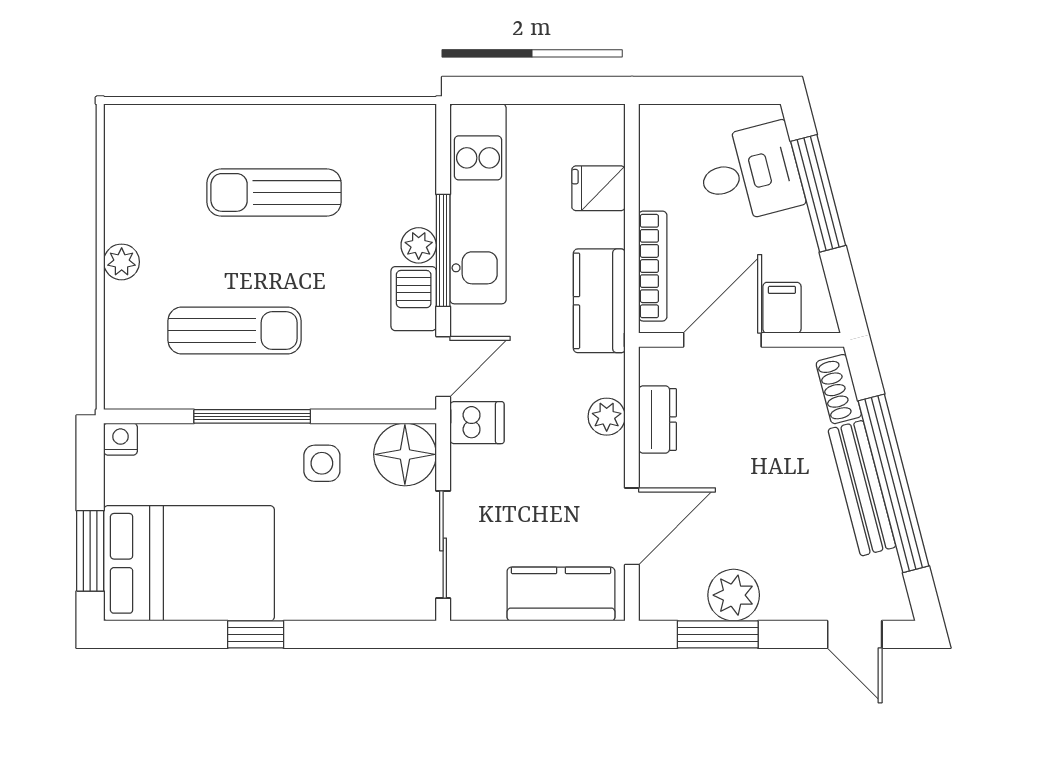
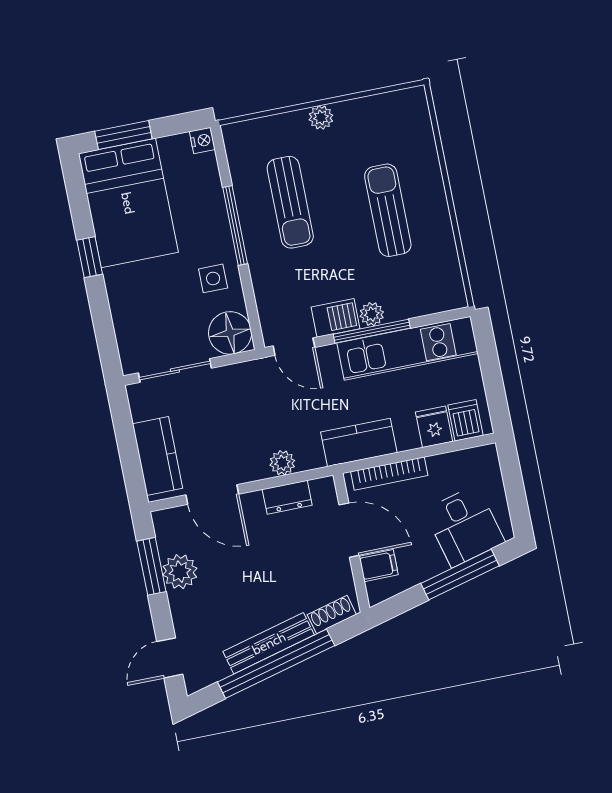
dishwasher: (477, 423) -> (465, 420), moved, turned 180

